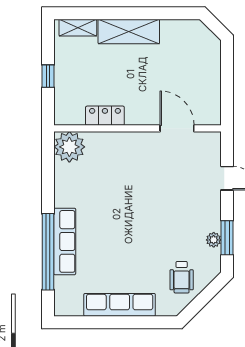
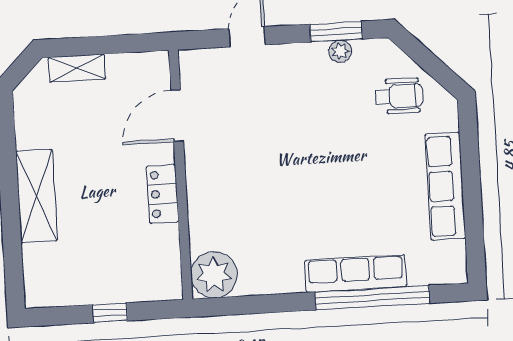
shelving: (78, 28) -> (77, 68), moved, turned 90
locker: (105, 116) -> (163, 194), moved

